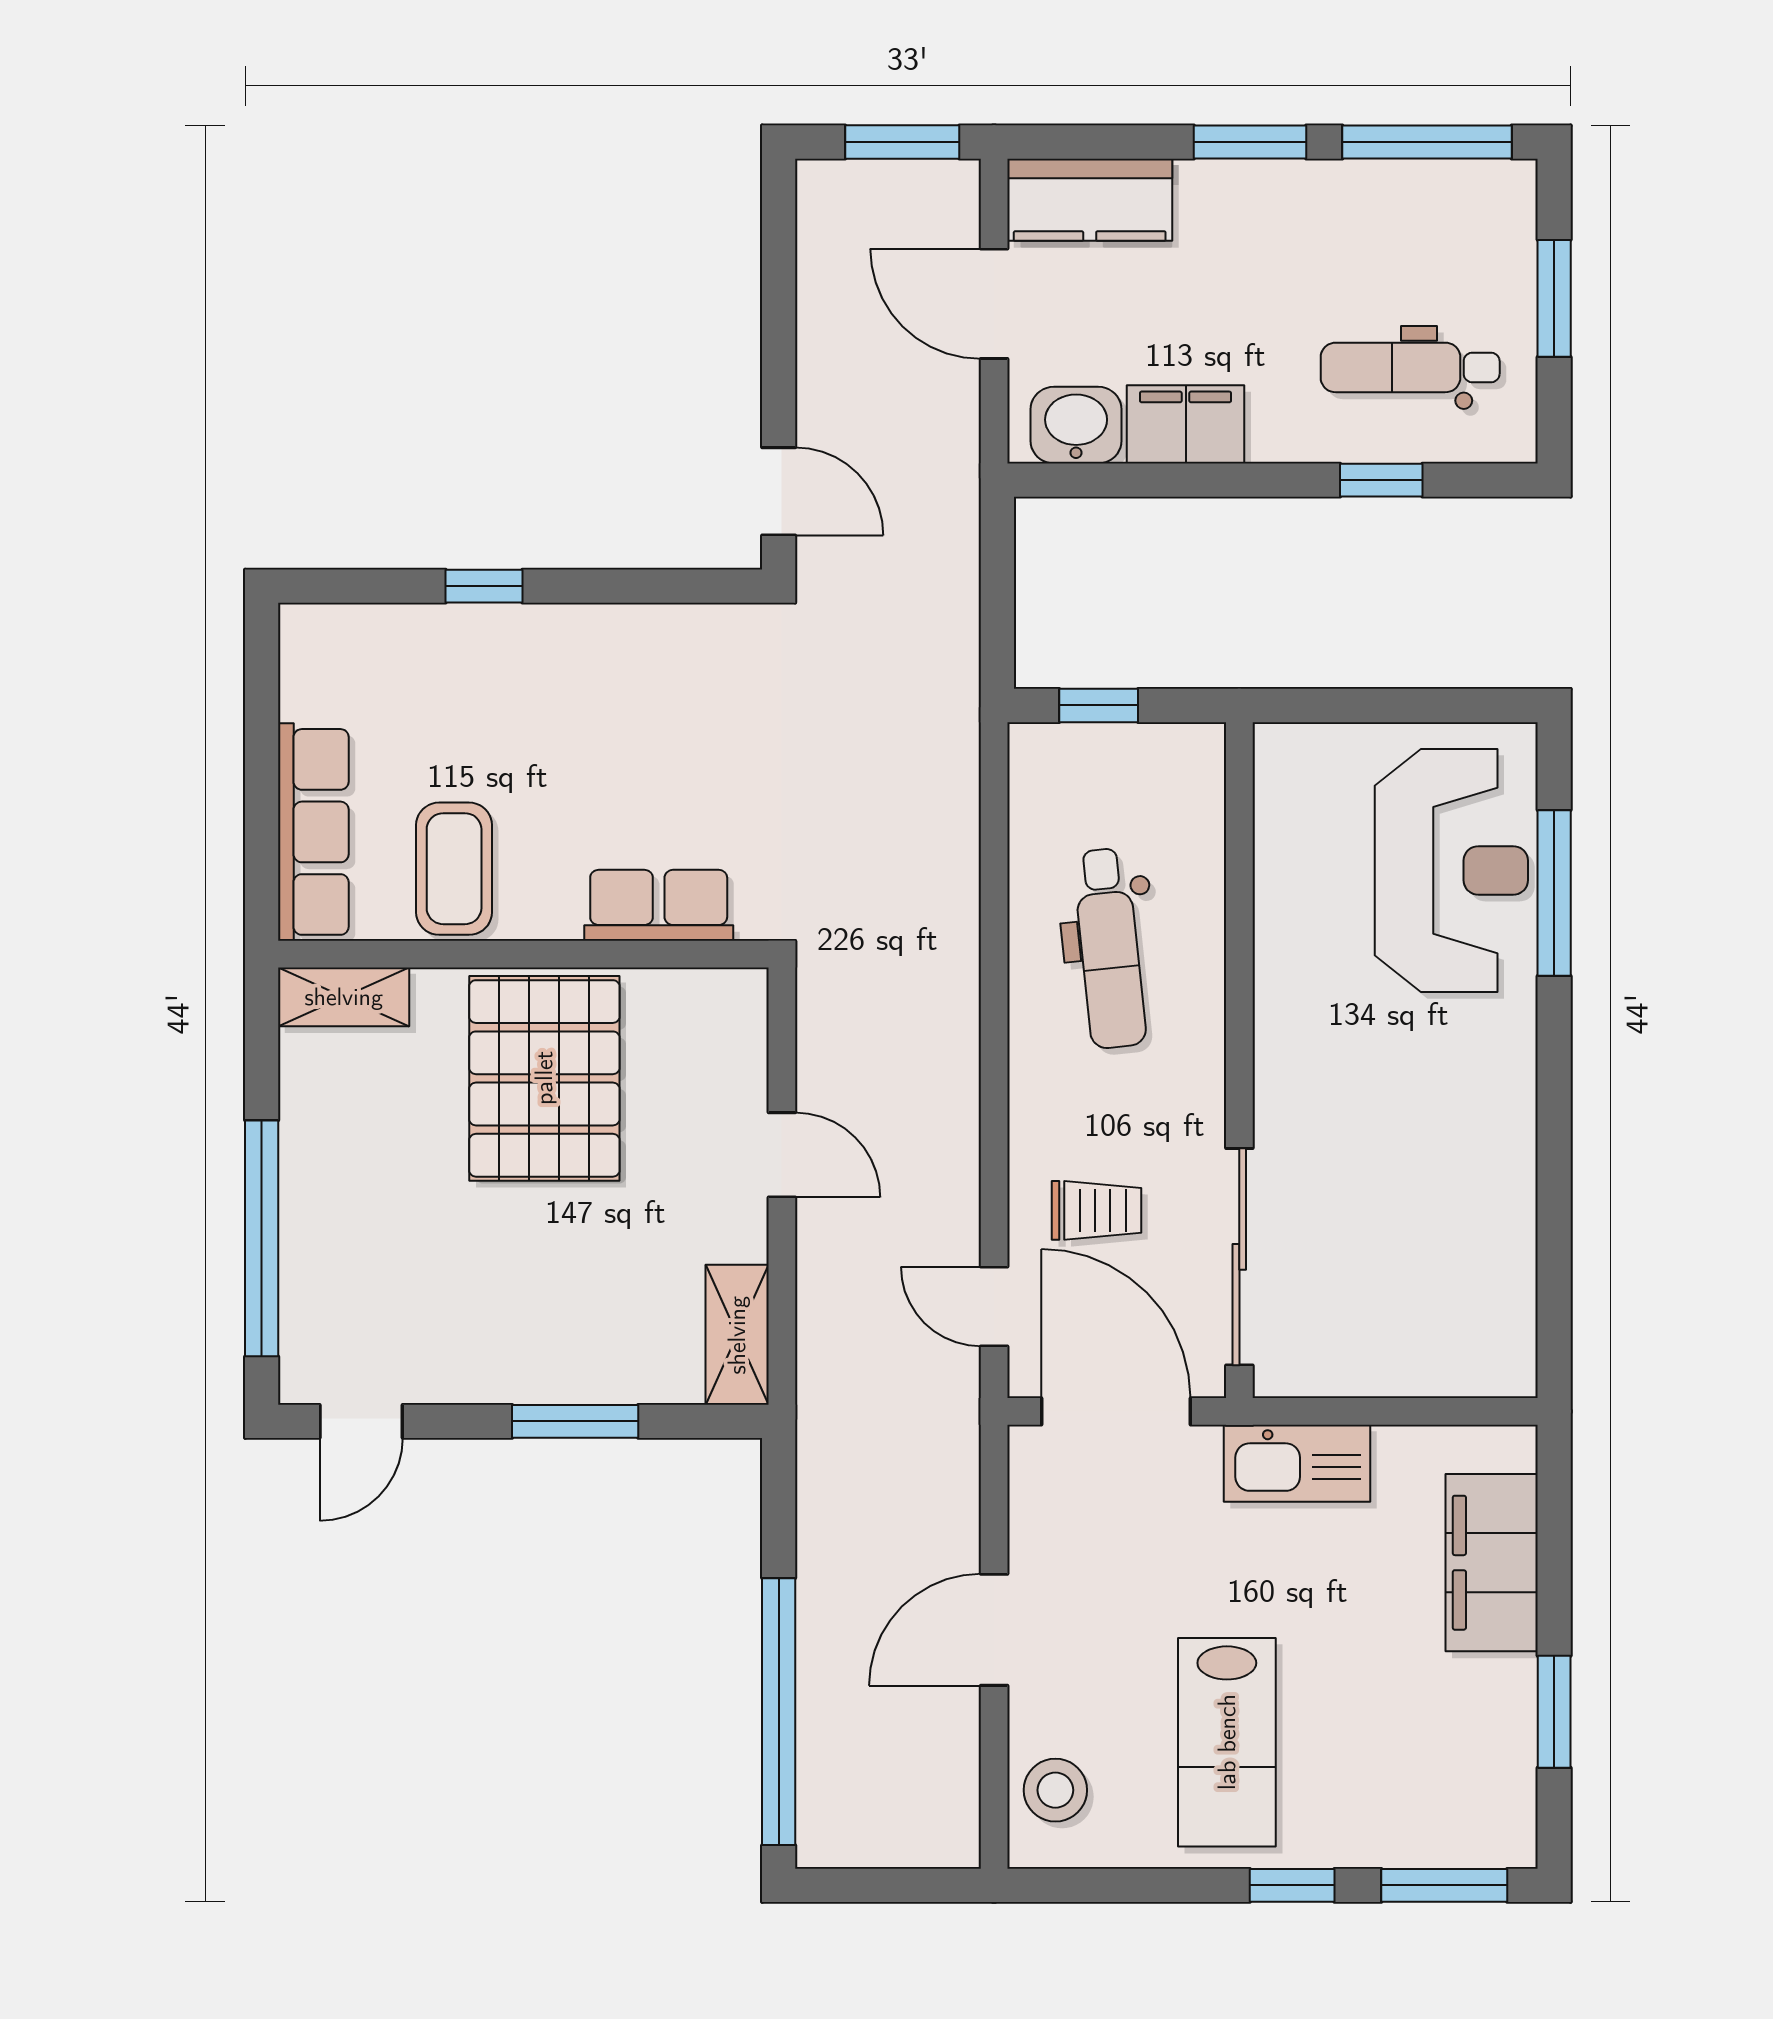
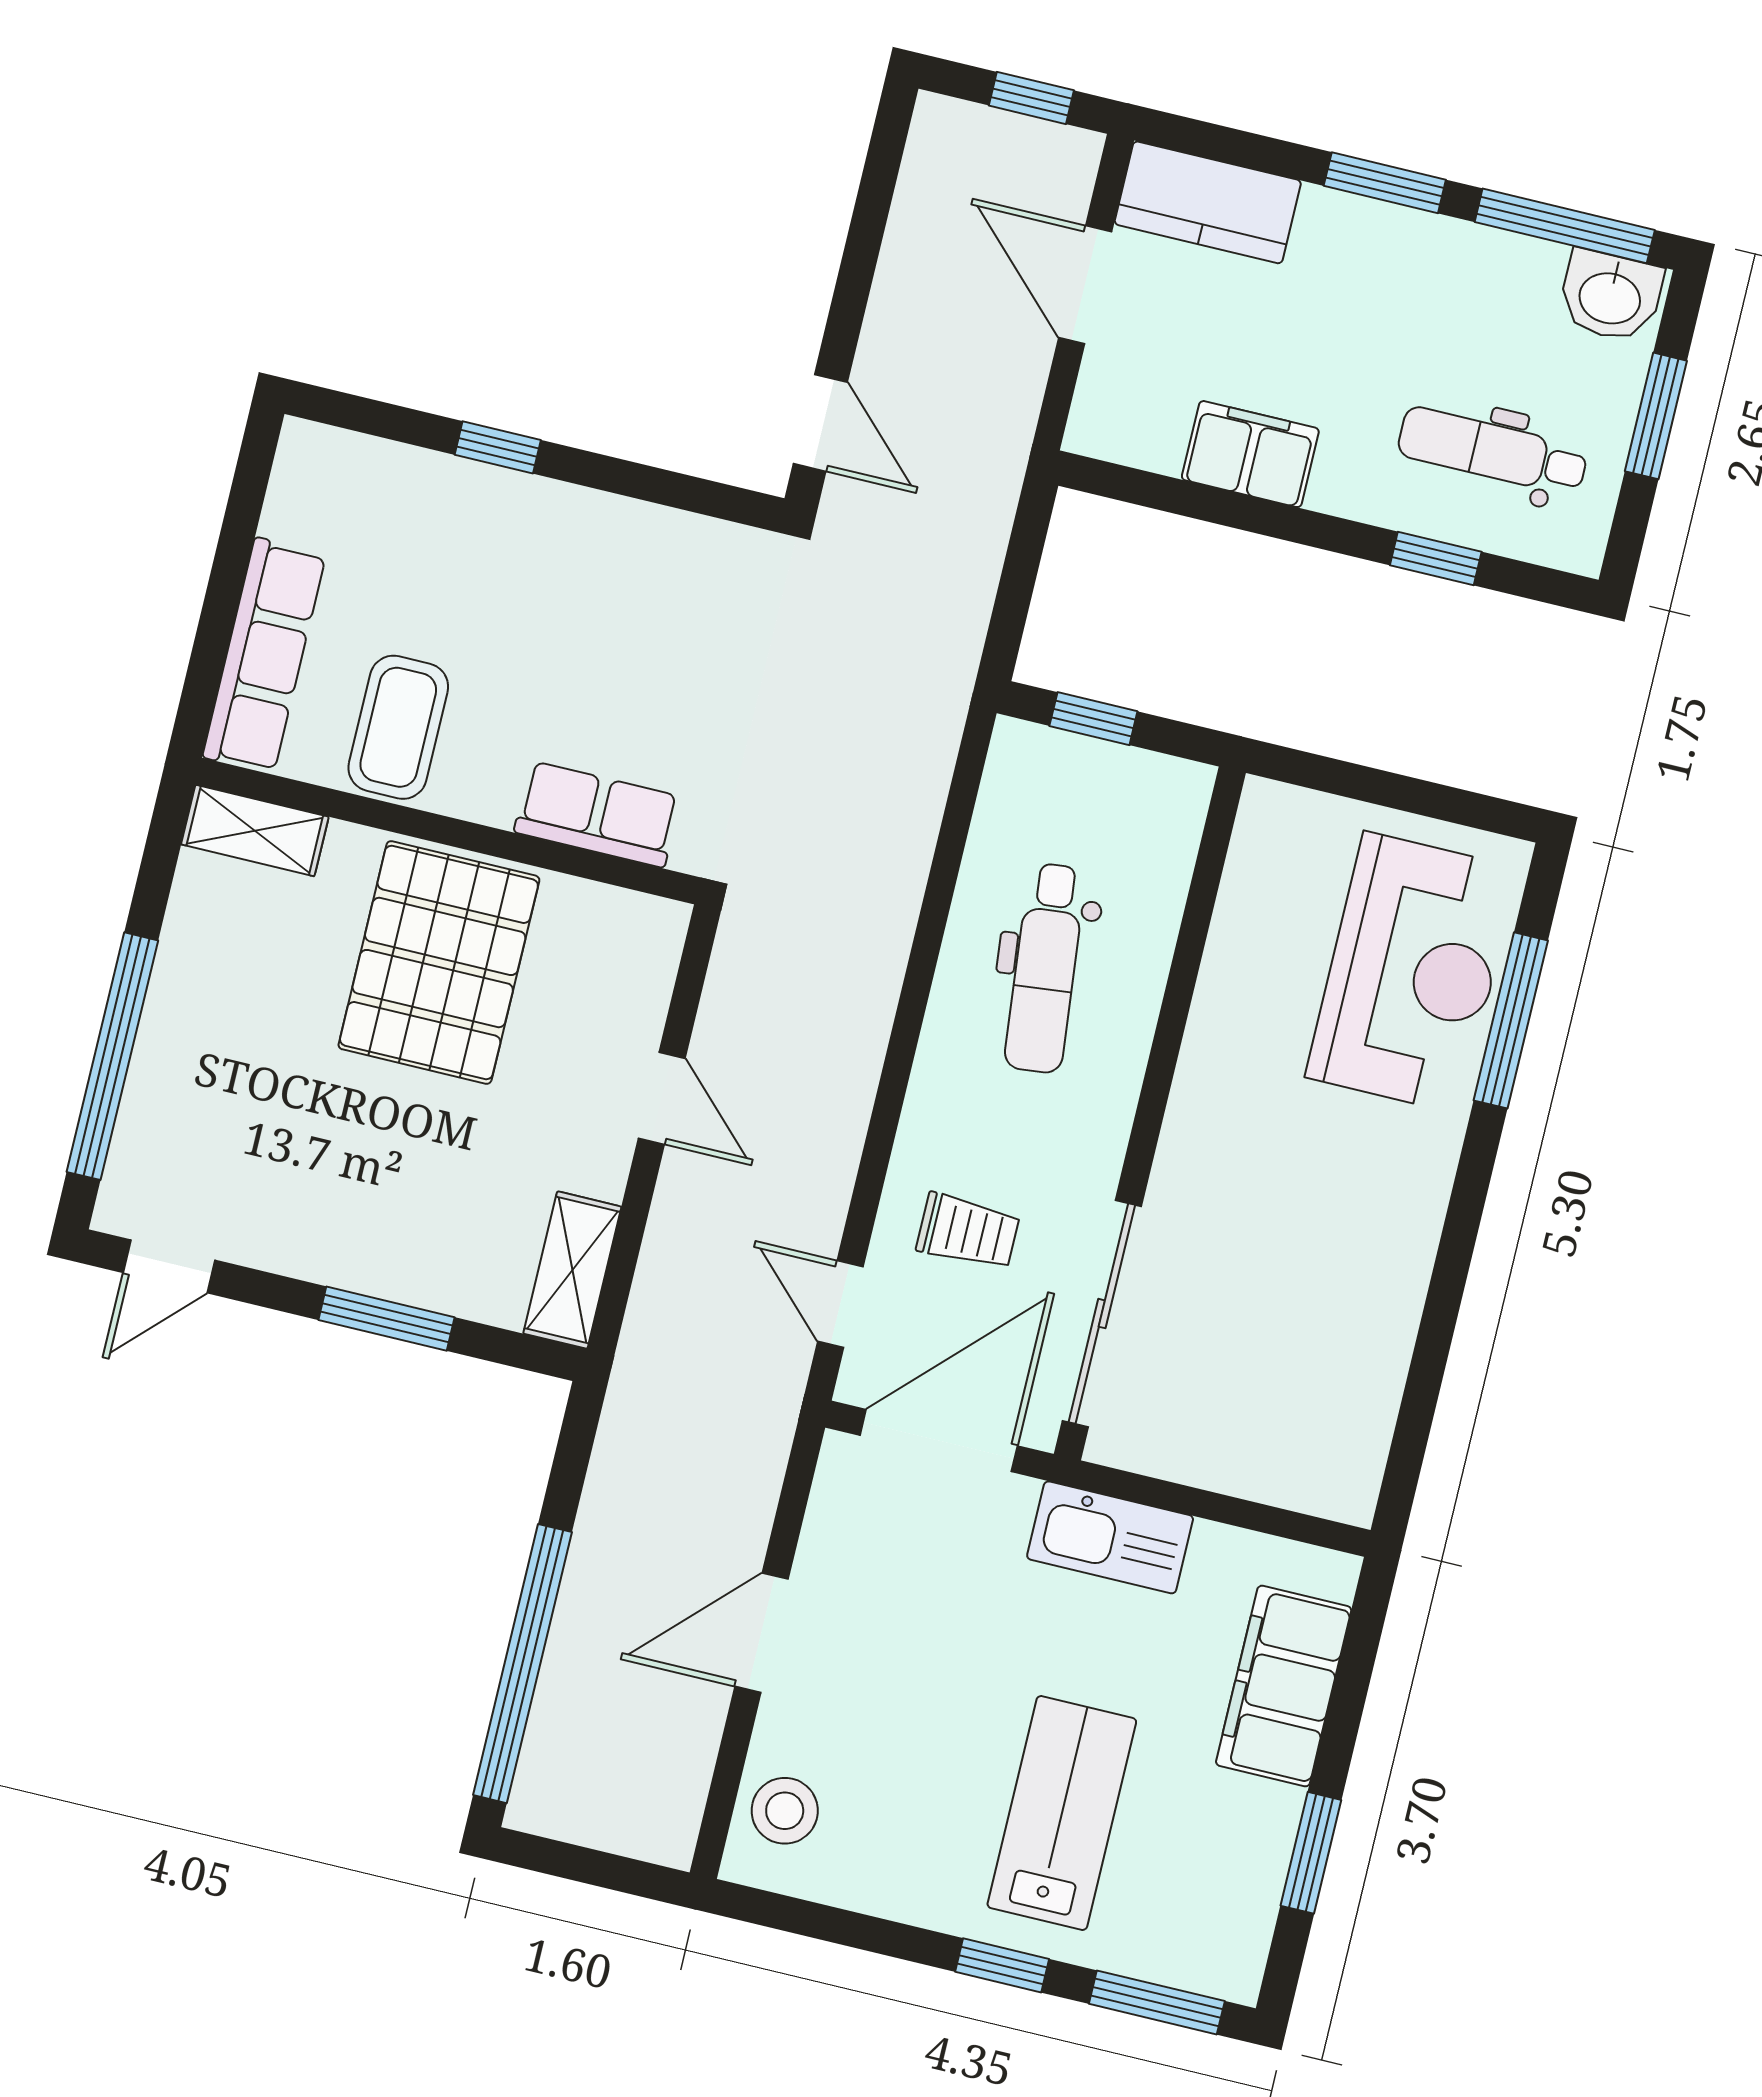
window: (902, 142) -> (1031, 98), width x0.67
washbasin: (1076, 425) -> (1610, 296), moved, turned 180
door: (1116, 1411) -> (939, 1441), hinge flipped
lab bench: (1227, 1742) -> (1062, 1813), moved, turned 180

